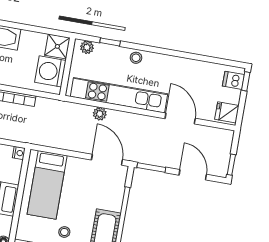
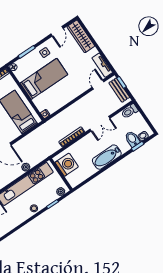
shower: (57, 46) -> (74, 179), removed

